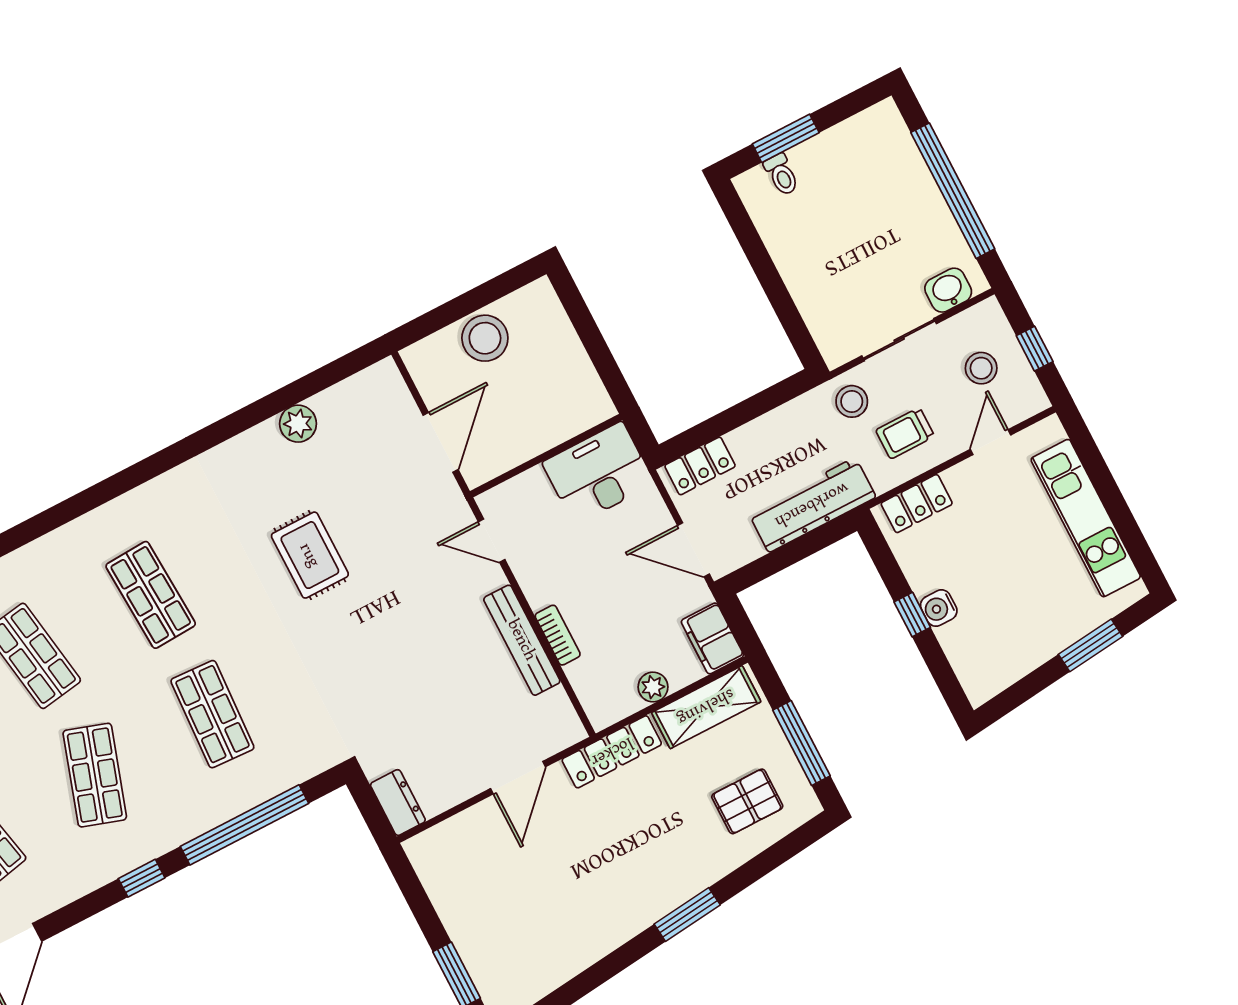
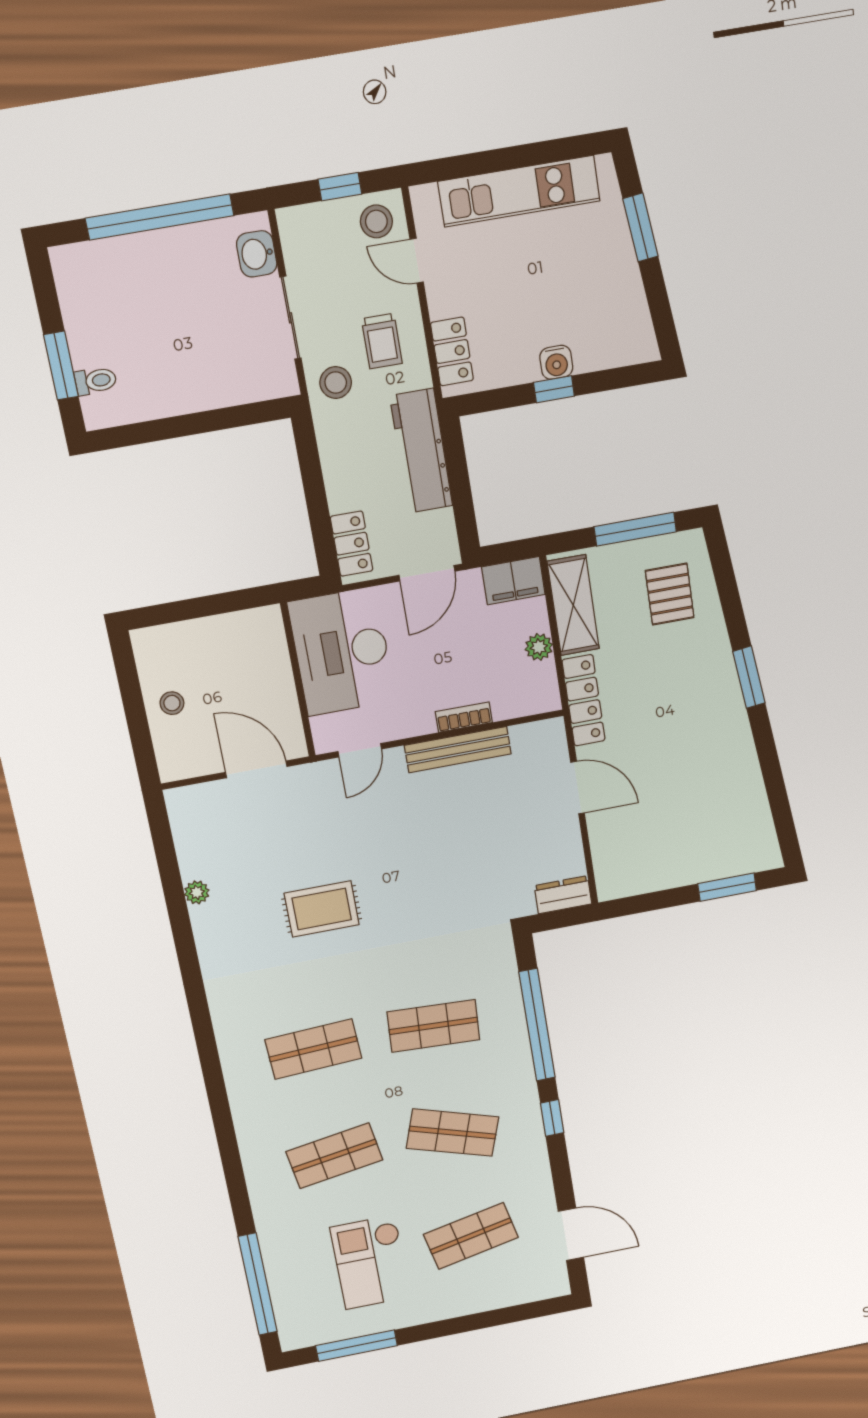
stool: (485, 338) -> (172, 703), width x0.53, depth x0.53
stool: (981, 368) -> (376, 221), moved
plant: (298, 424) -> (197, 892), width x0.73, depth x0.73
desk: (598, 473) -> (342, 652), width x1.36, depth x1.30

